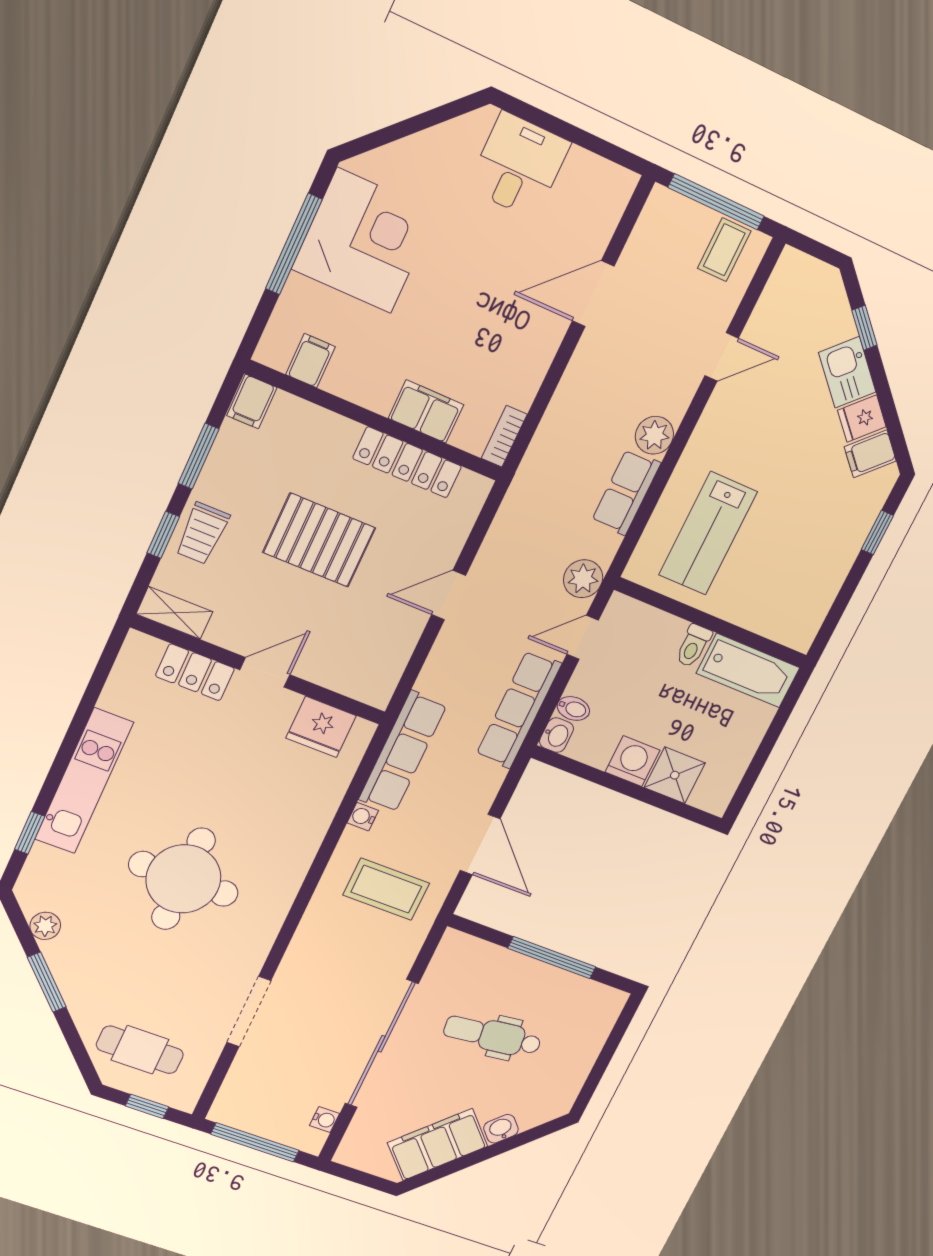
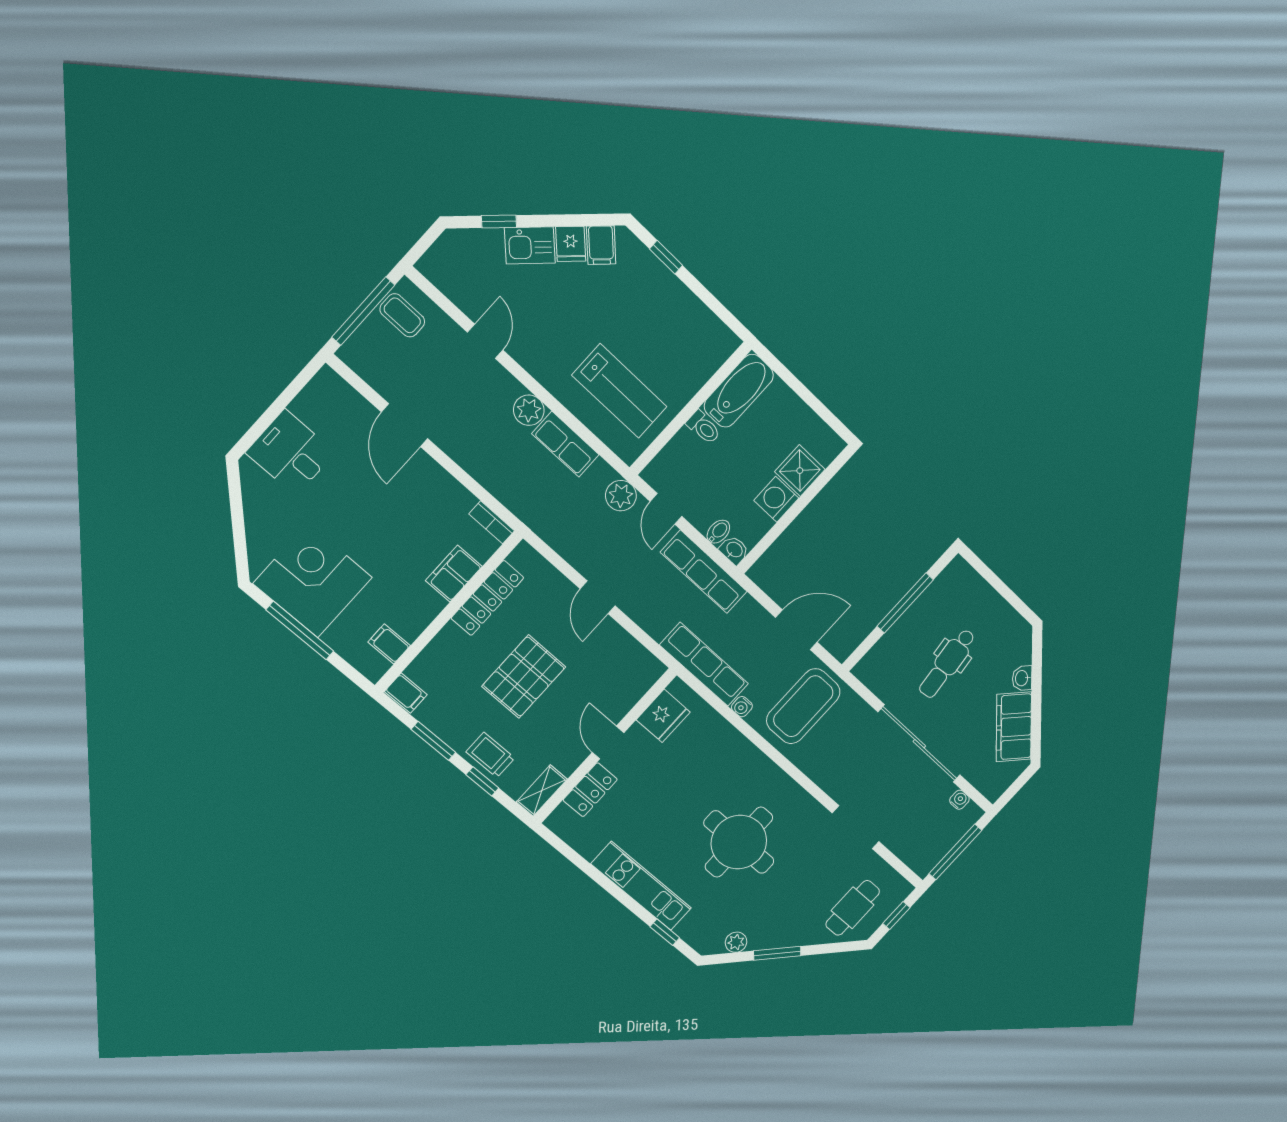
trolley: (202, 533) -> (490, 755), turned 180
coffee table: (386, 889) -> (803, 706), width x1.36, depth x1.32

